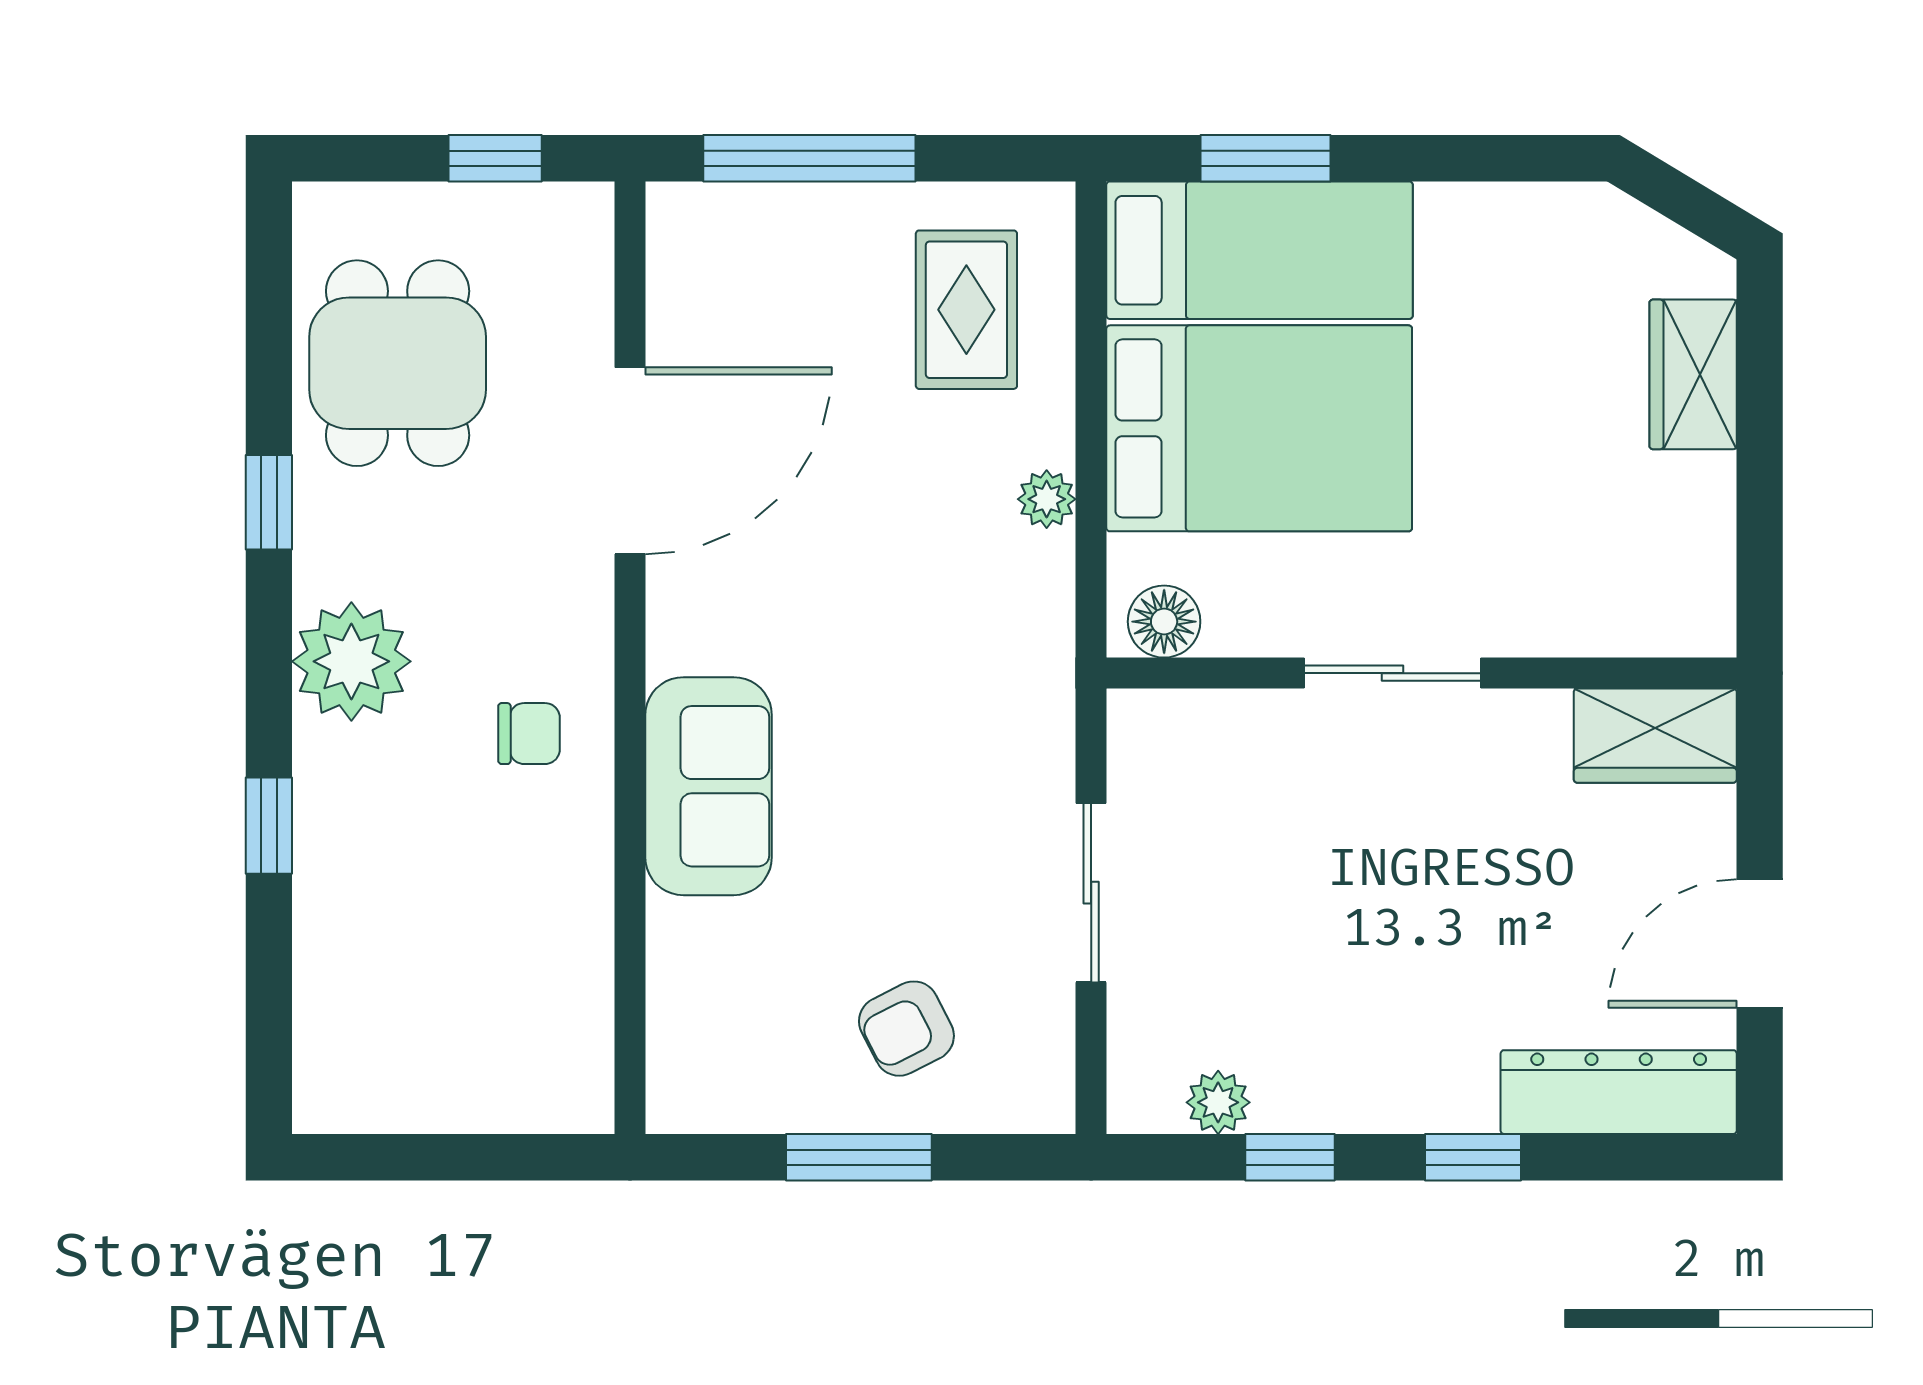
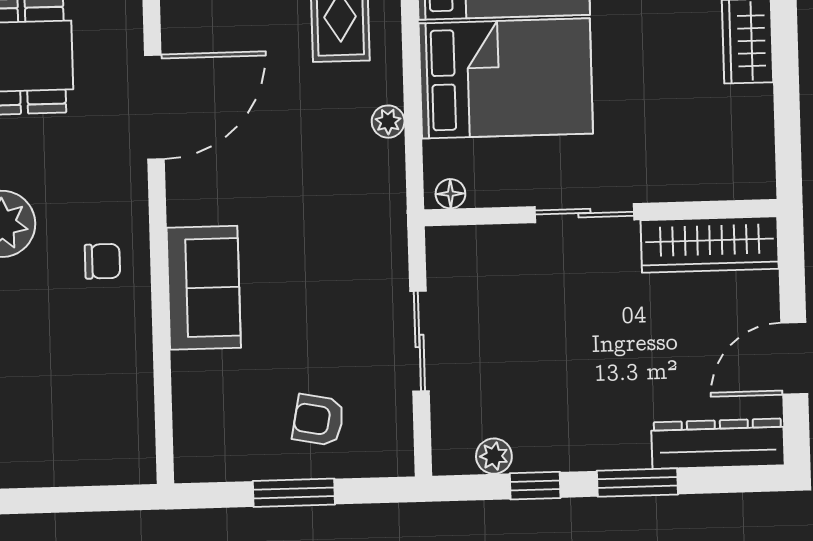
floor lamp: (1164, 622) -> (450, 194), width x0.73, depth x0.73
wardrobe: (1655, 736) -> (710, 244), width x1.50
armchair: (906, 1029) -> (318, 420), turned 38
window: (1473, 1157) -> (637, 483), width x1.50

